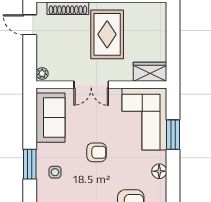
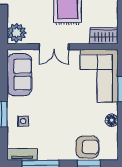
plant: (42, 73) -> (17, 33), width x1.88, depth x1.88
armchair: (97, 152) -> (58, 104), removed

